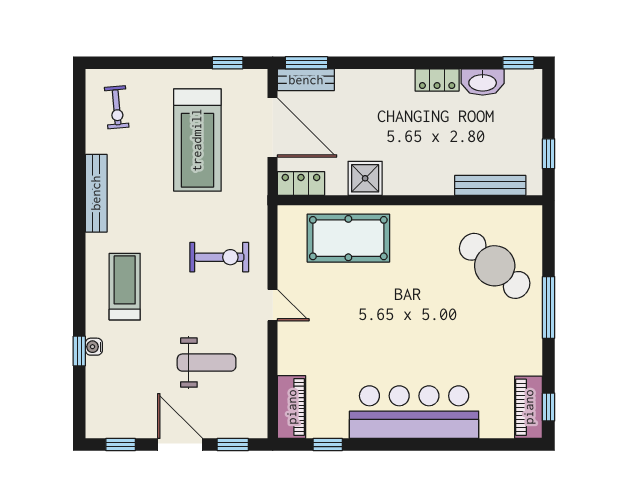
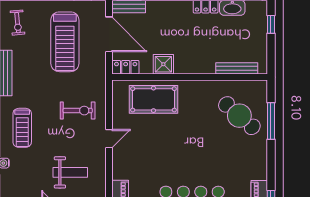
window: (549, 154) -> (271, 24), moved
treadmill: (125, 287) -> (22, 128), turned 180
door: (273, 305) -> (109, 139), hinge flipped
window: (549, 307) -> (271, 121), moved

